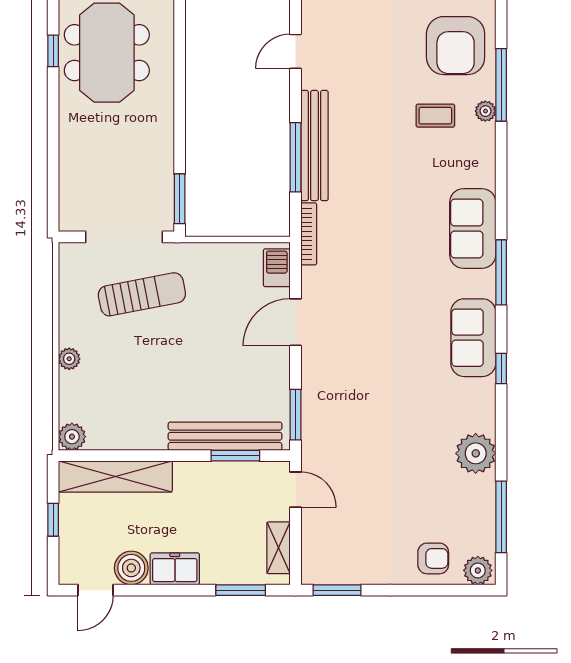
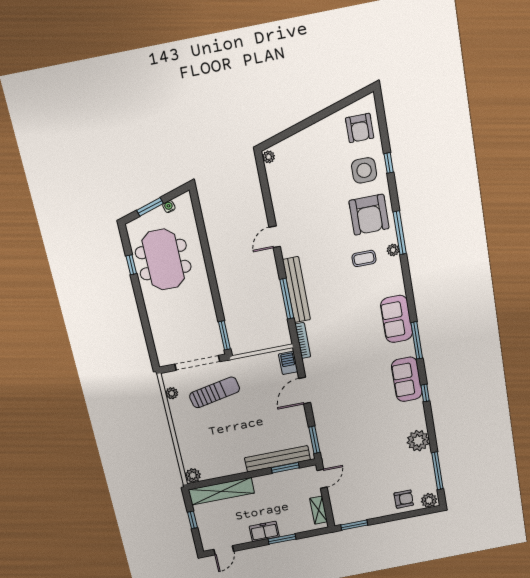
plant: (69, 359) -> (172, 393), moved
door: (296, 490) -> (322, 479), hinge flipped
boiler: (131, 568) -> (241, 536), removed
window: (241, 590) -> (282, 539), moved

